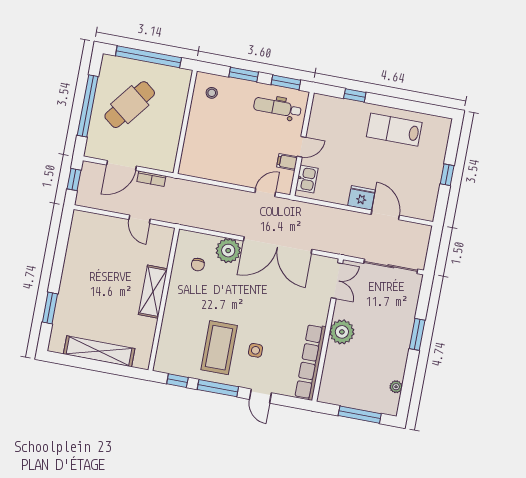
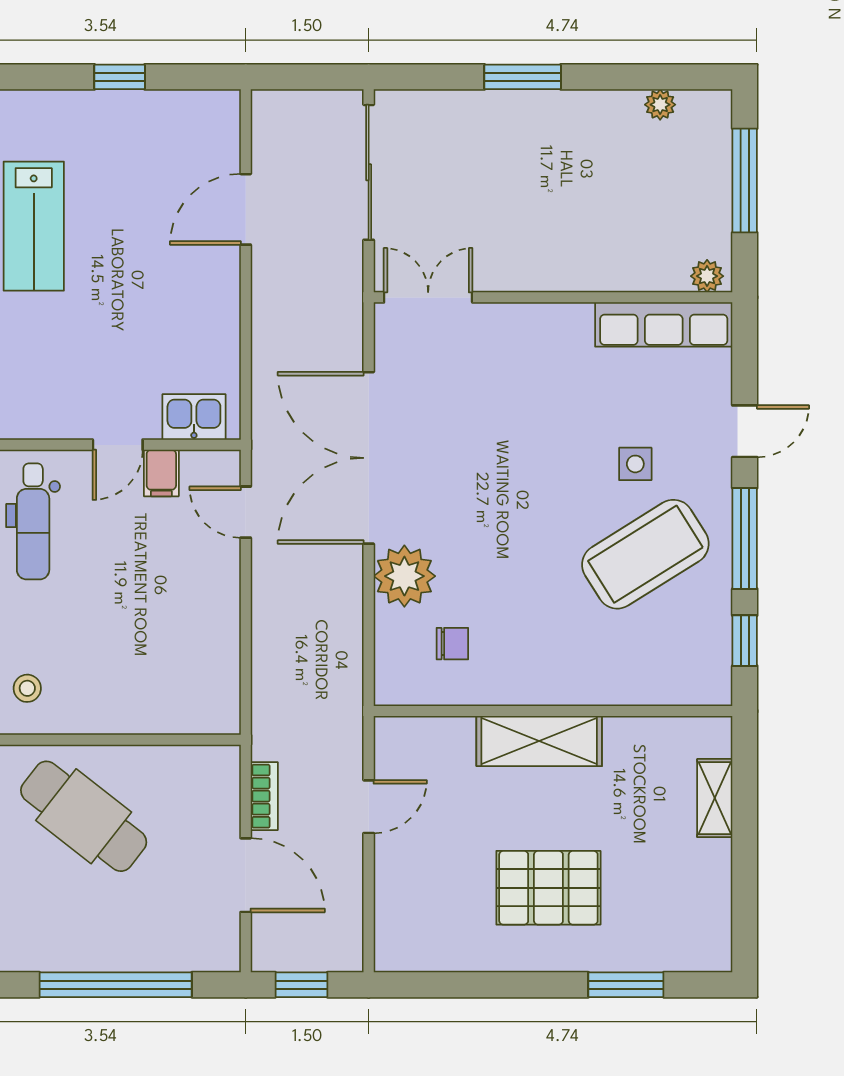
cafe table: (130, 105) -> (84, 816), moved
door: (301, 147) -> (118, 445), swing flipped
fridge: (362, 198) -> (215, 275), removed
double door: (278, 245) -> (369, 458), swing flipped
pallet: (94, 284) -> (548, 888), added
plant: (342, 332) -> (707, 276), moved, width x0.53, depth x0.53
coffee table: (219, 348) -> (645, 554), turned -32
shelving: (99, 351) -> (715, 798), width x0.45, depth x0.75
row of seats: (311, 362) -> (664, 324), width x0.73

